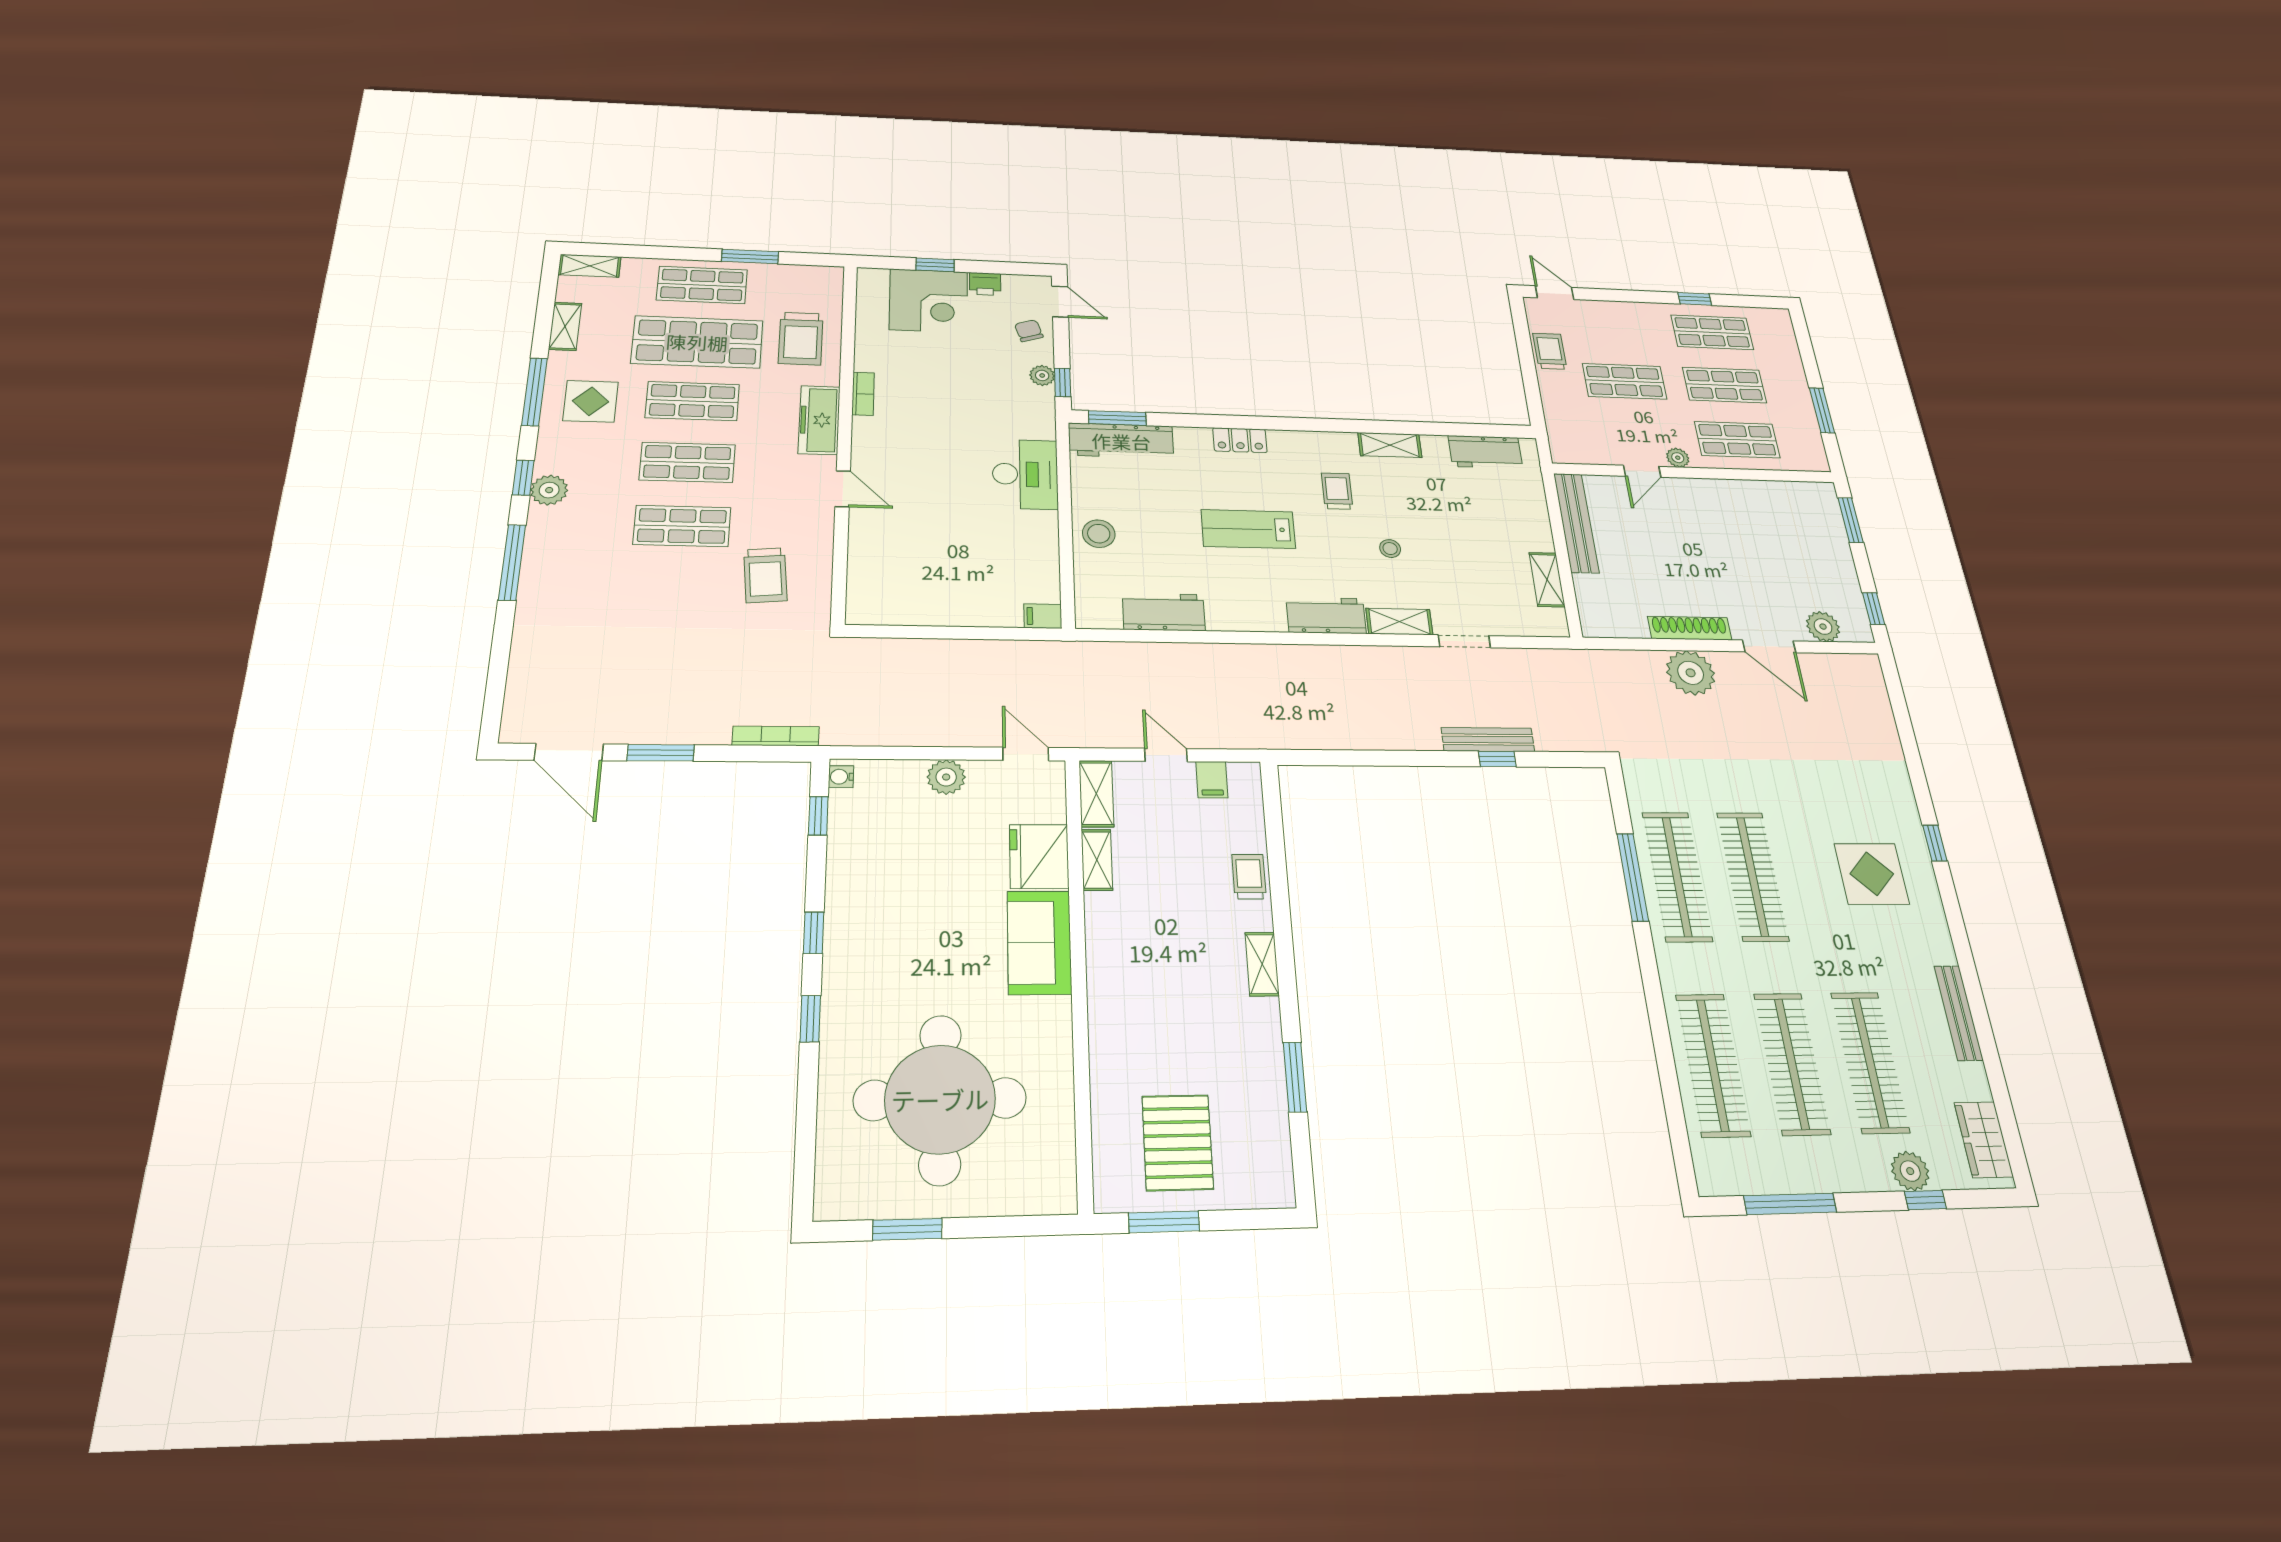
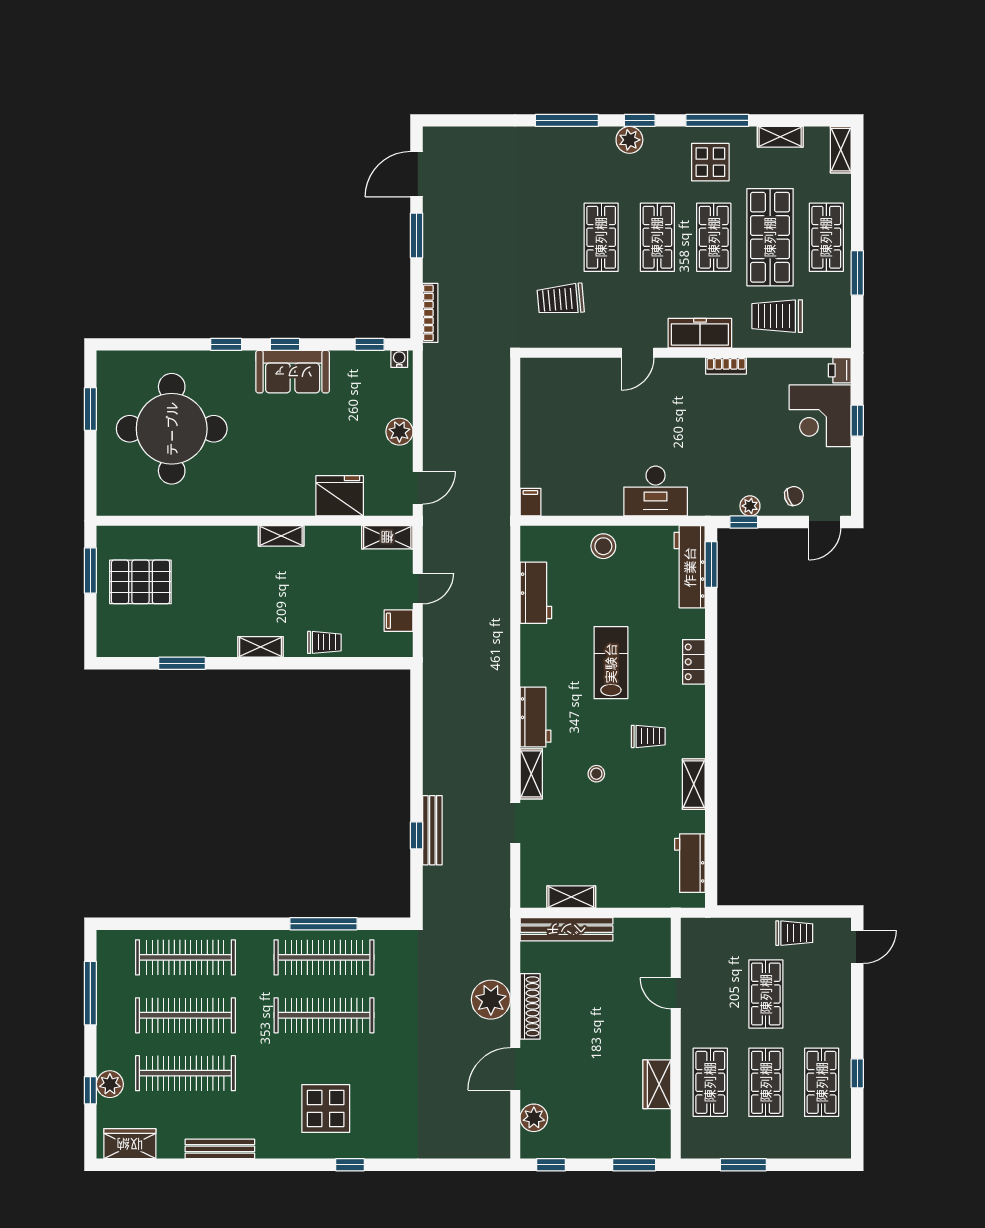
printer: (985, 284) -> (840, 370), moved
plant: (1678, 458) -> (690, 1027), removed
wardrobe: (1752, 494) -> (657, 1084), added
bench: (1576, 523) -> (566, 929), moved
shelving: (1097, 860) -> (281, 536), moved
sofa: (1039, 942) -> (293, 372), moved, turned 180

